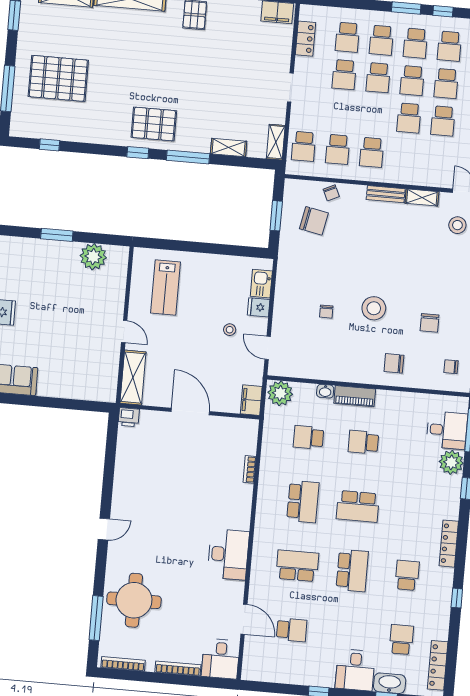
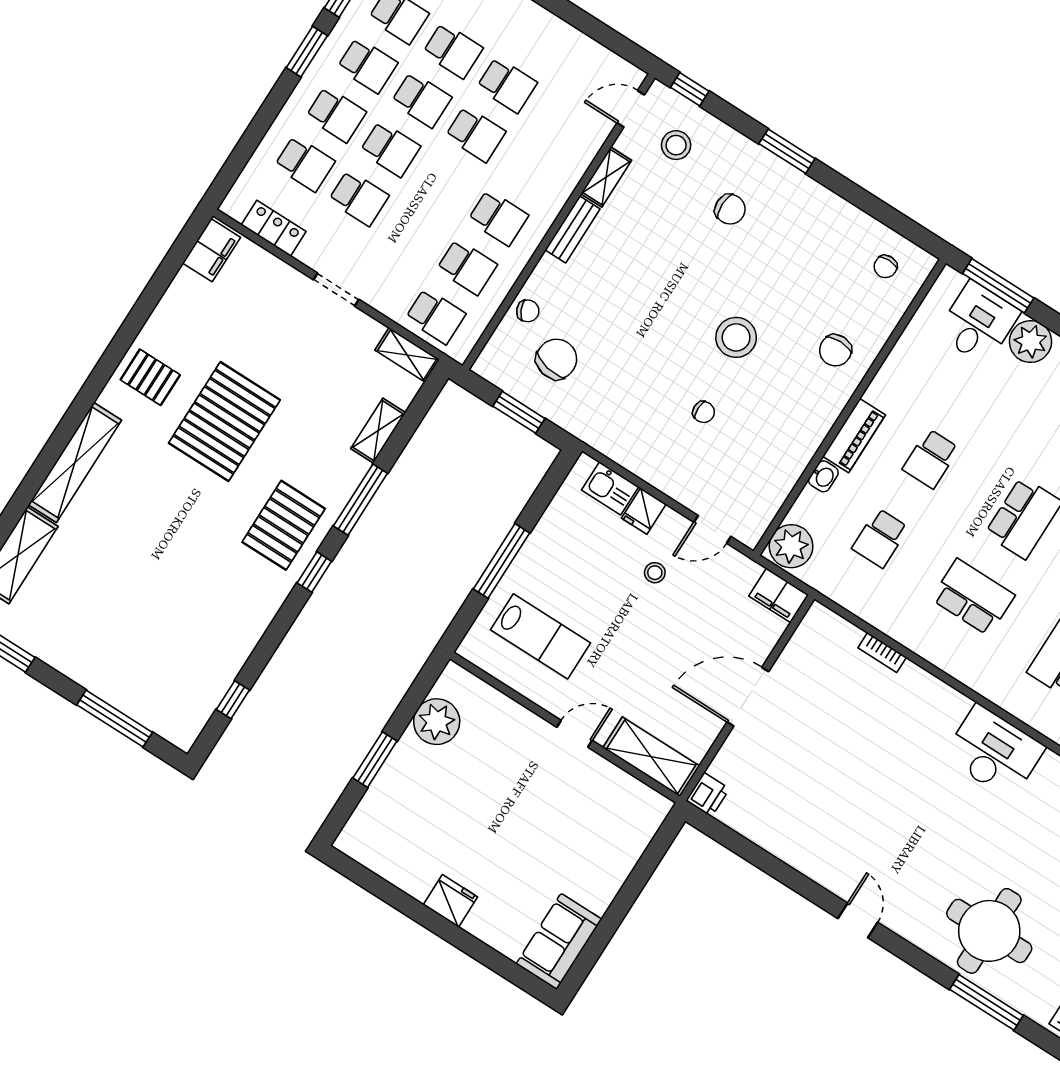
pallet: (58, 78) -> (224, 421), moved
window: (194, 247) -> (502, 561), added
chair: (430, 323) -> (730, 209), moved

